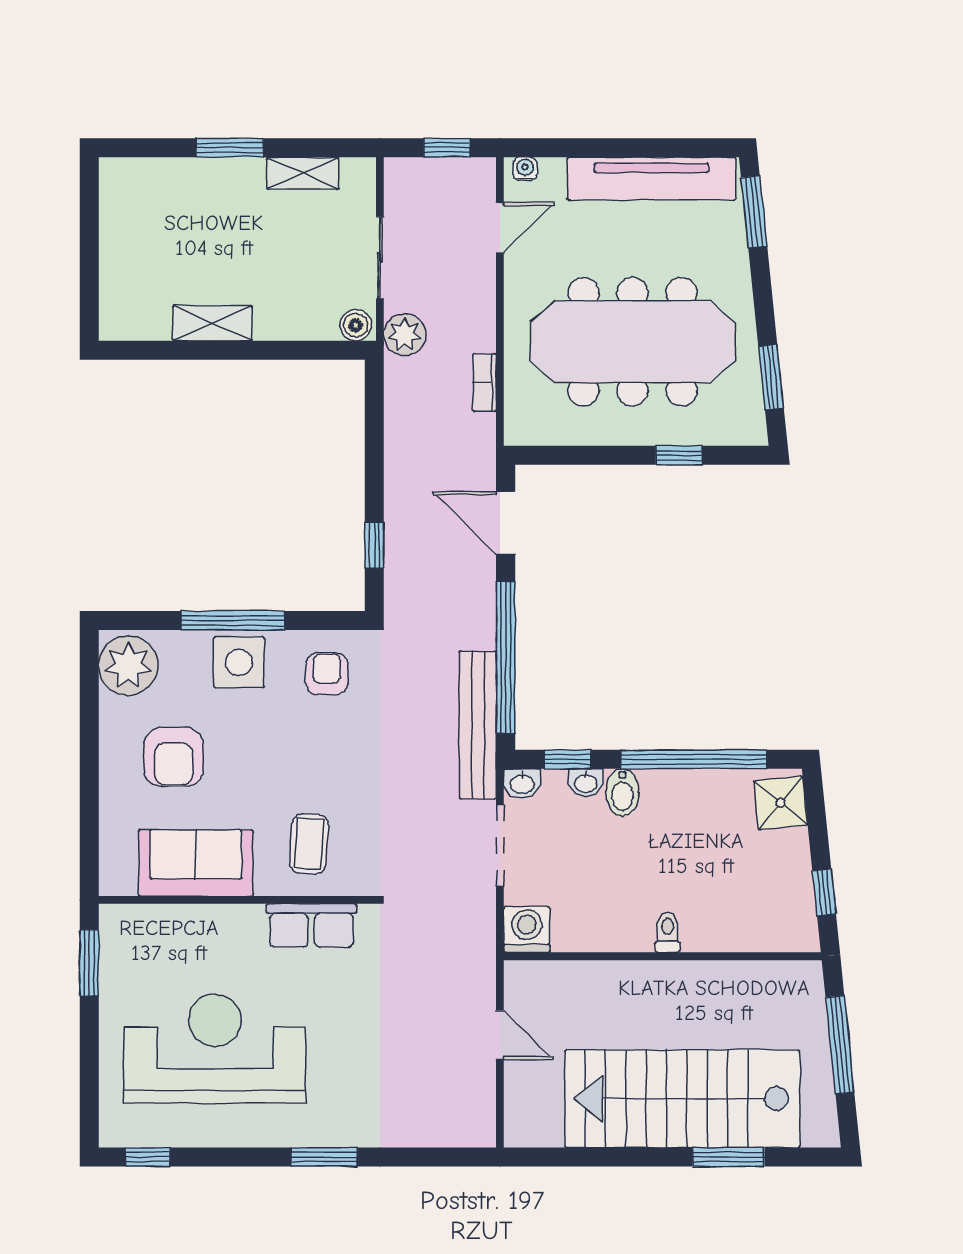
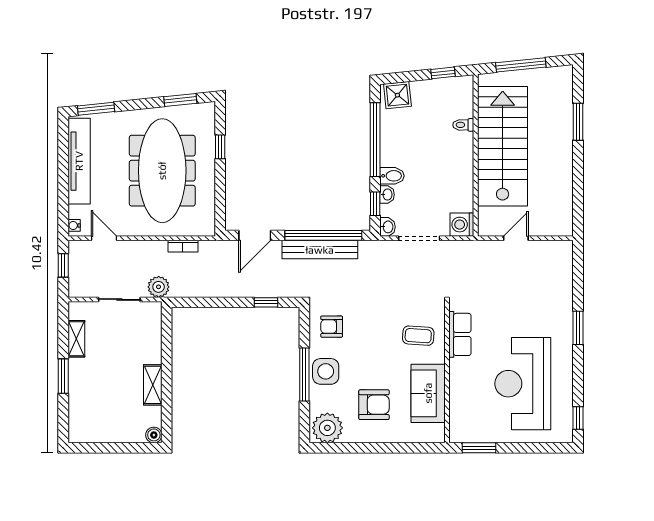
boiler: (356, 325) -> (154, 435), moved
bench: (478, 725) -> (320, 250), moved
toilet: (667, 932) -> (463, 125), moved
stairs: (682, 1099) -> (503, 146), moved, turned 180

